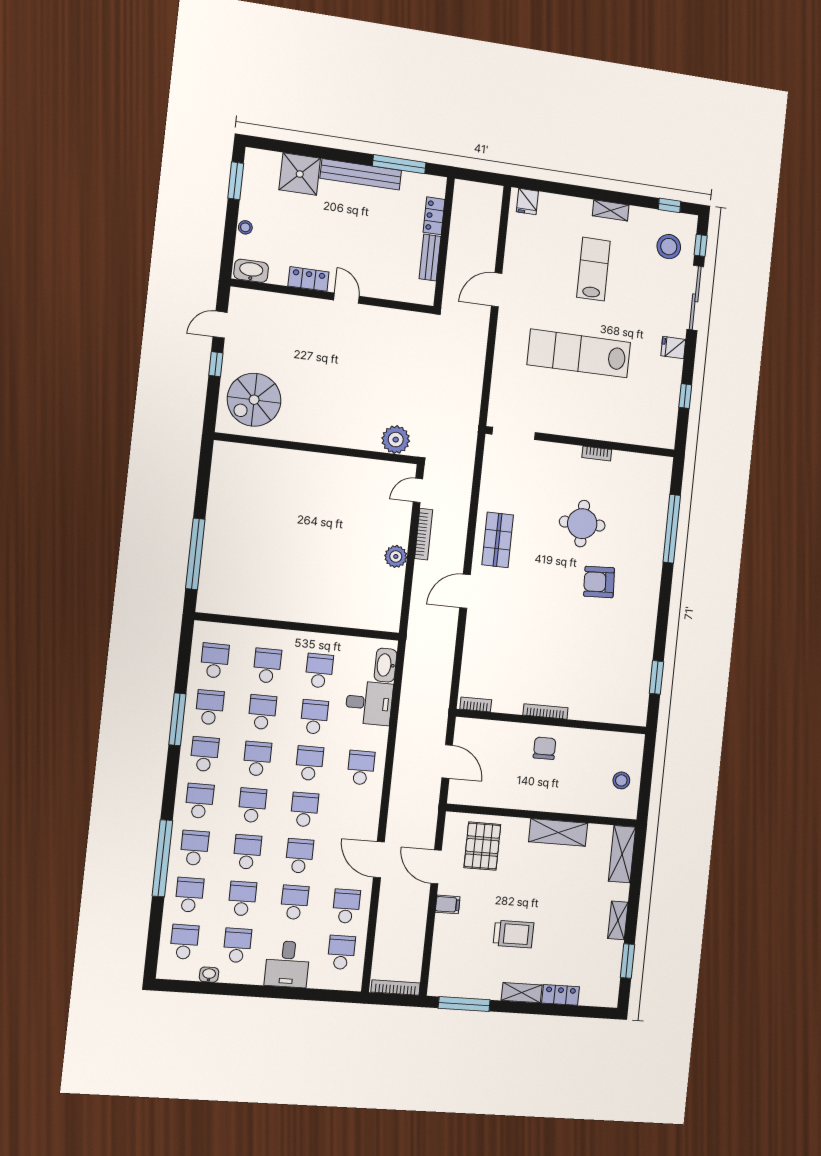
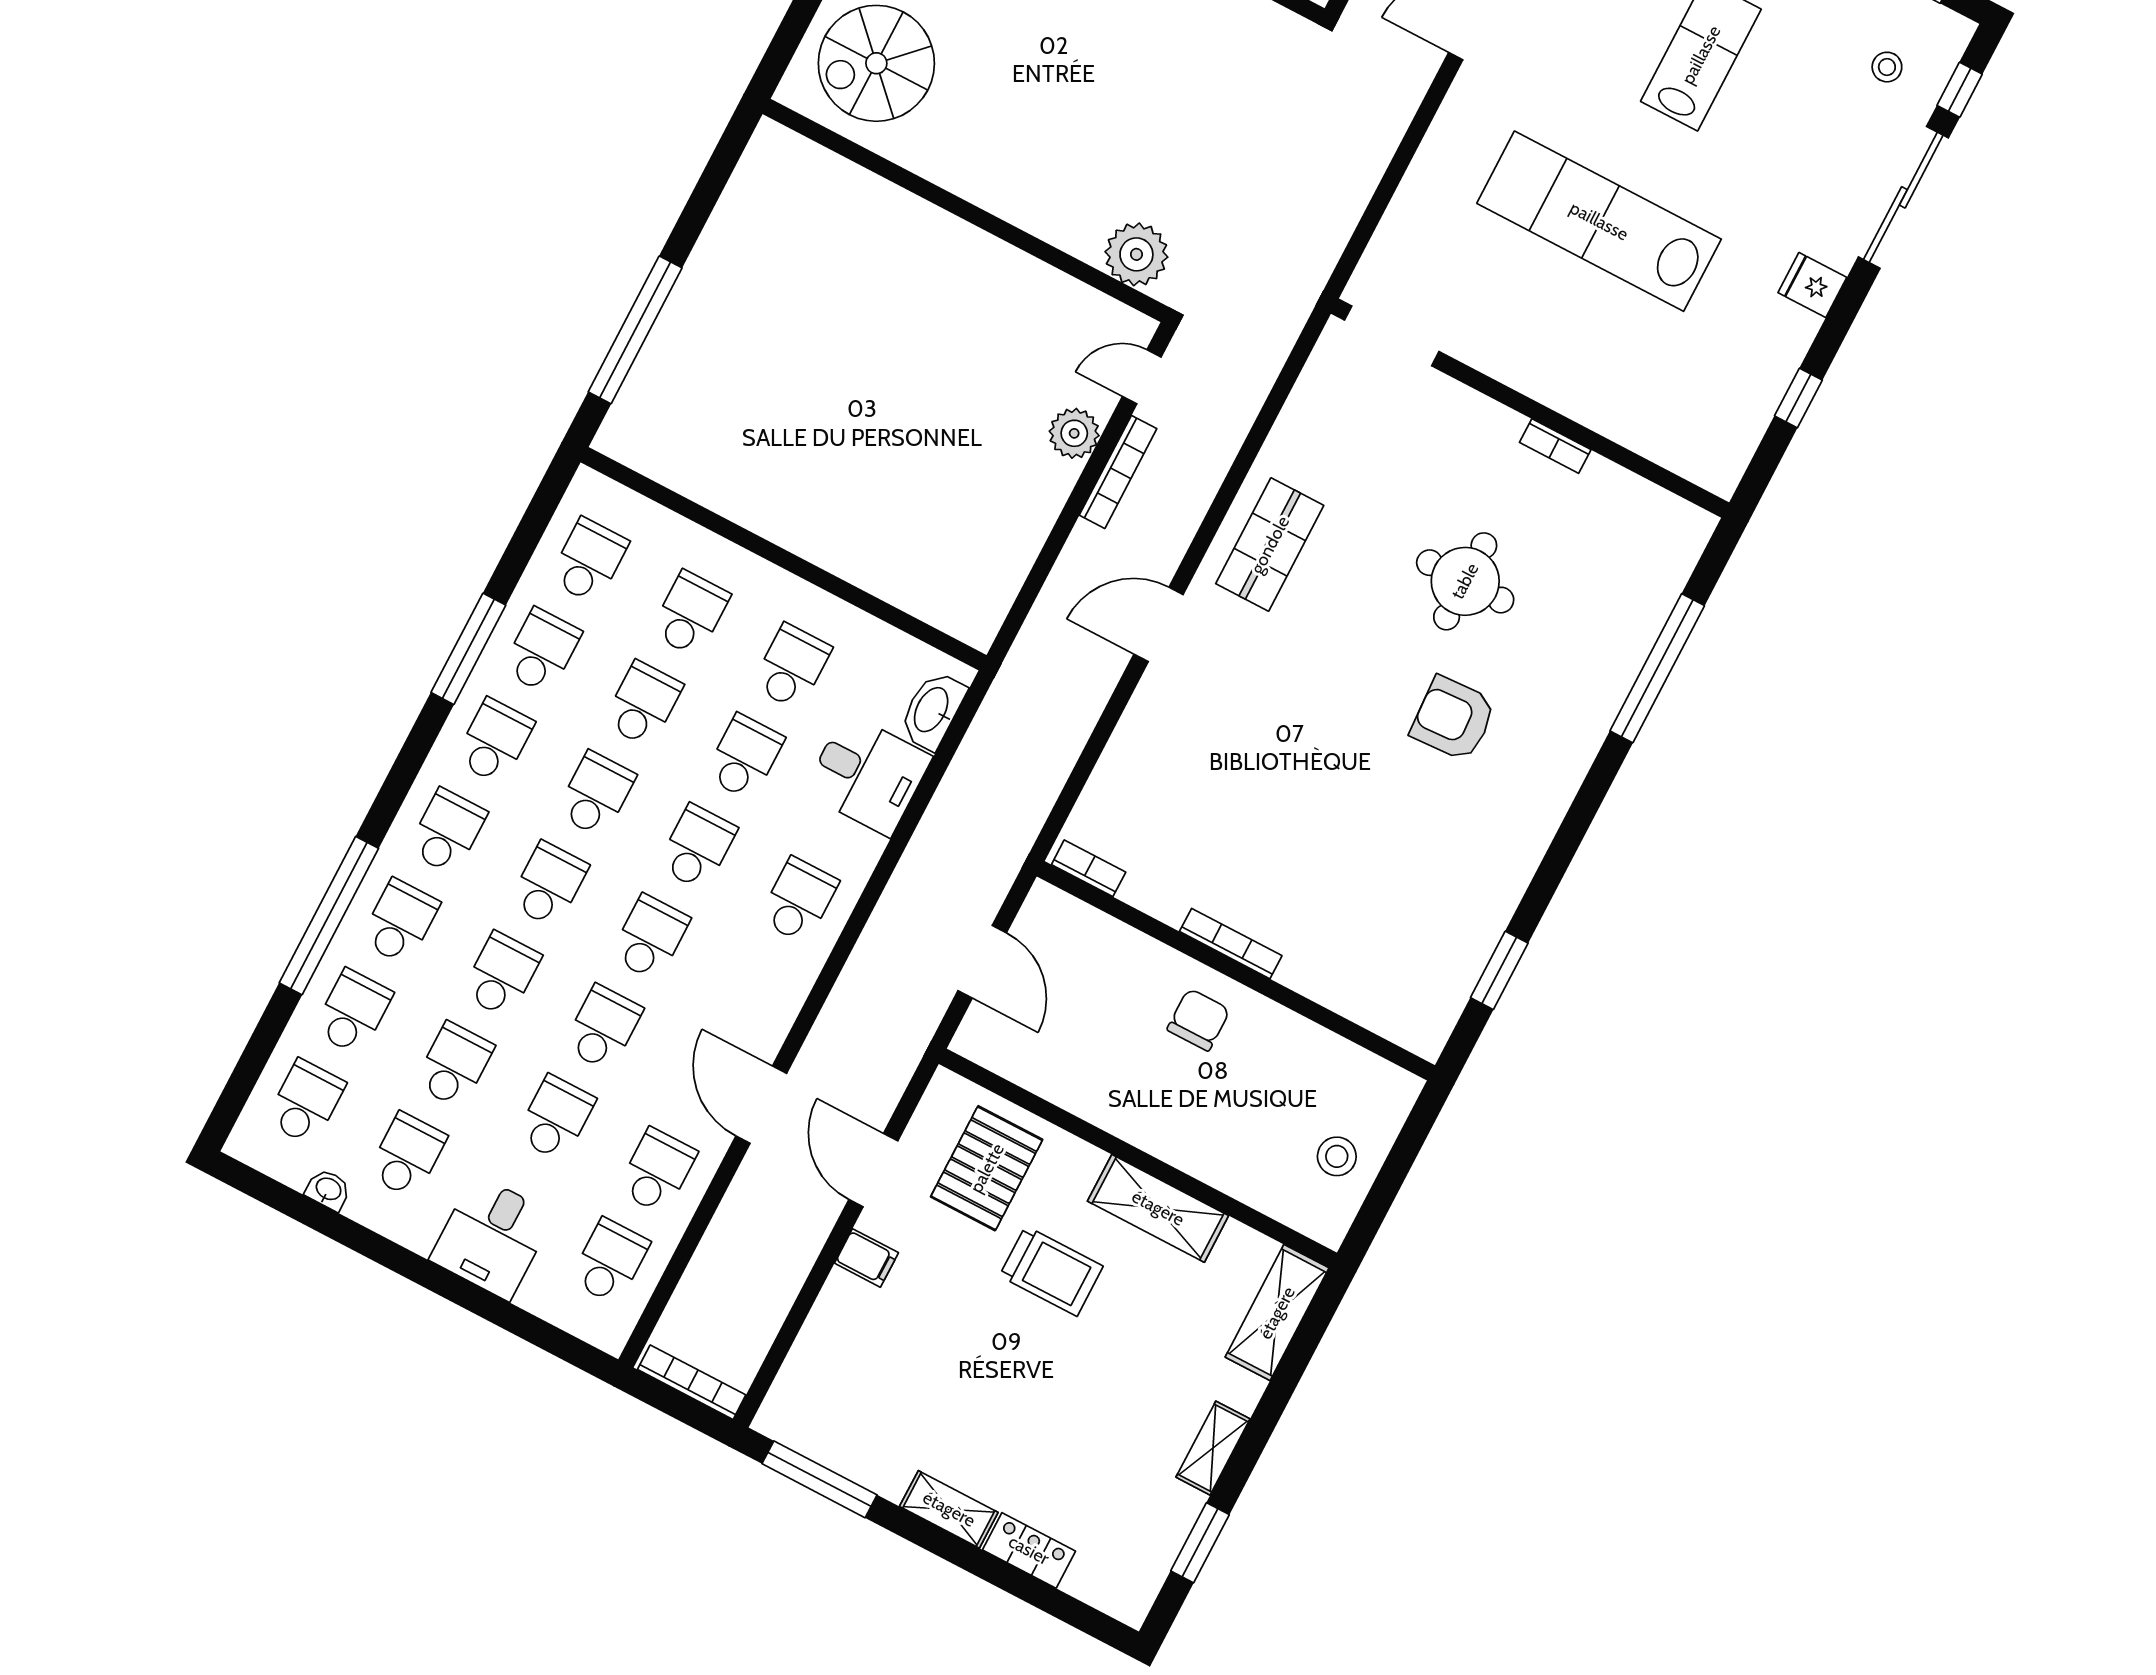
stool: (669, 247) -> (1887, 67), width x0.53, depth x0.53
plant: (396, 556) -> (1074, 433), moved
trolley: (513, 934) -> (1051, 1271), moved

